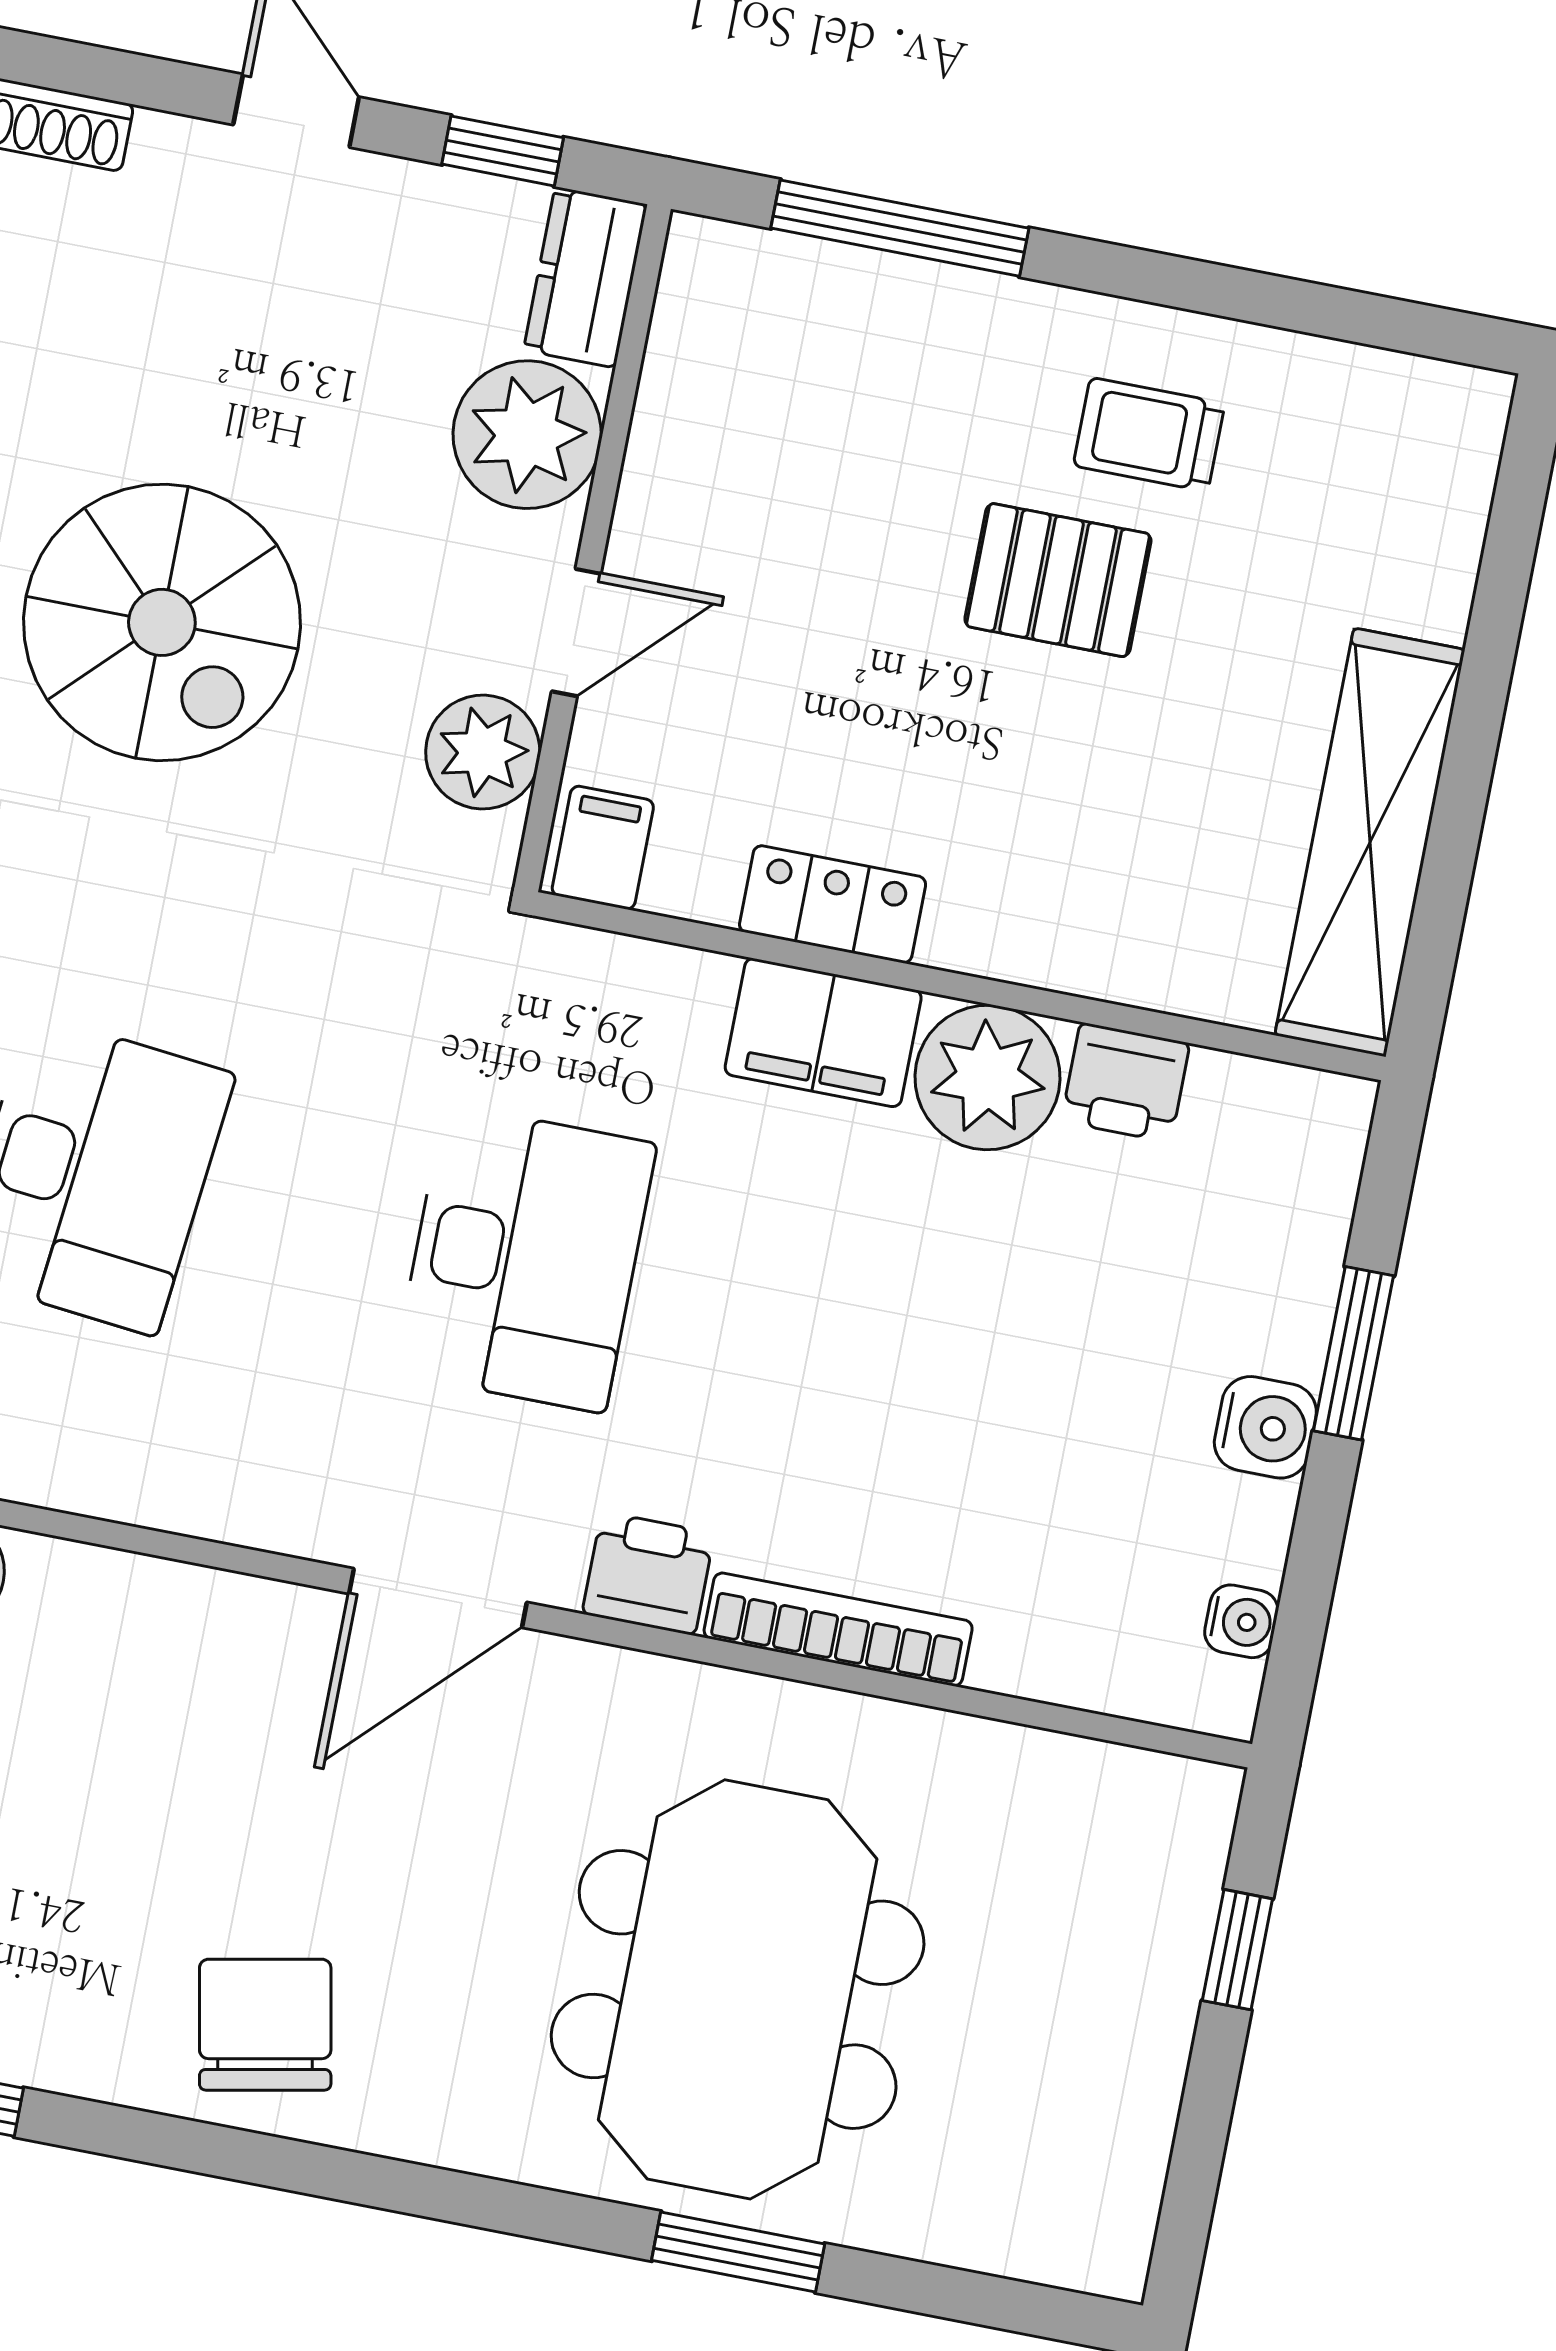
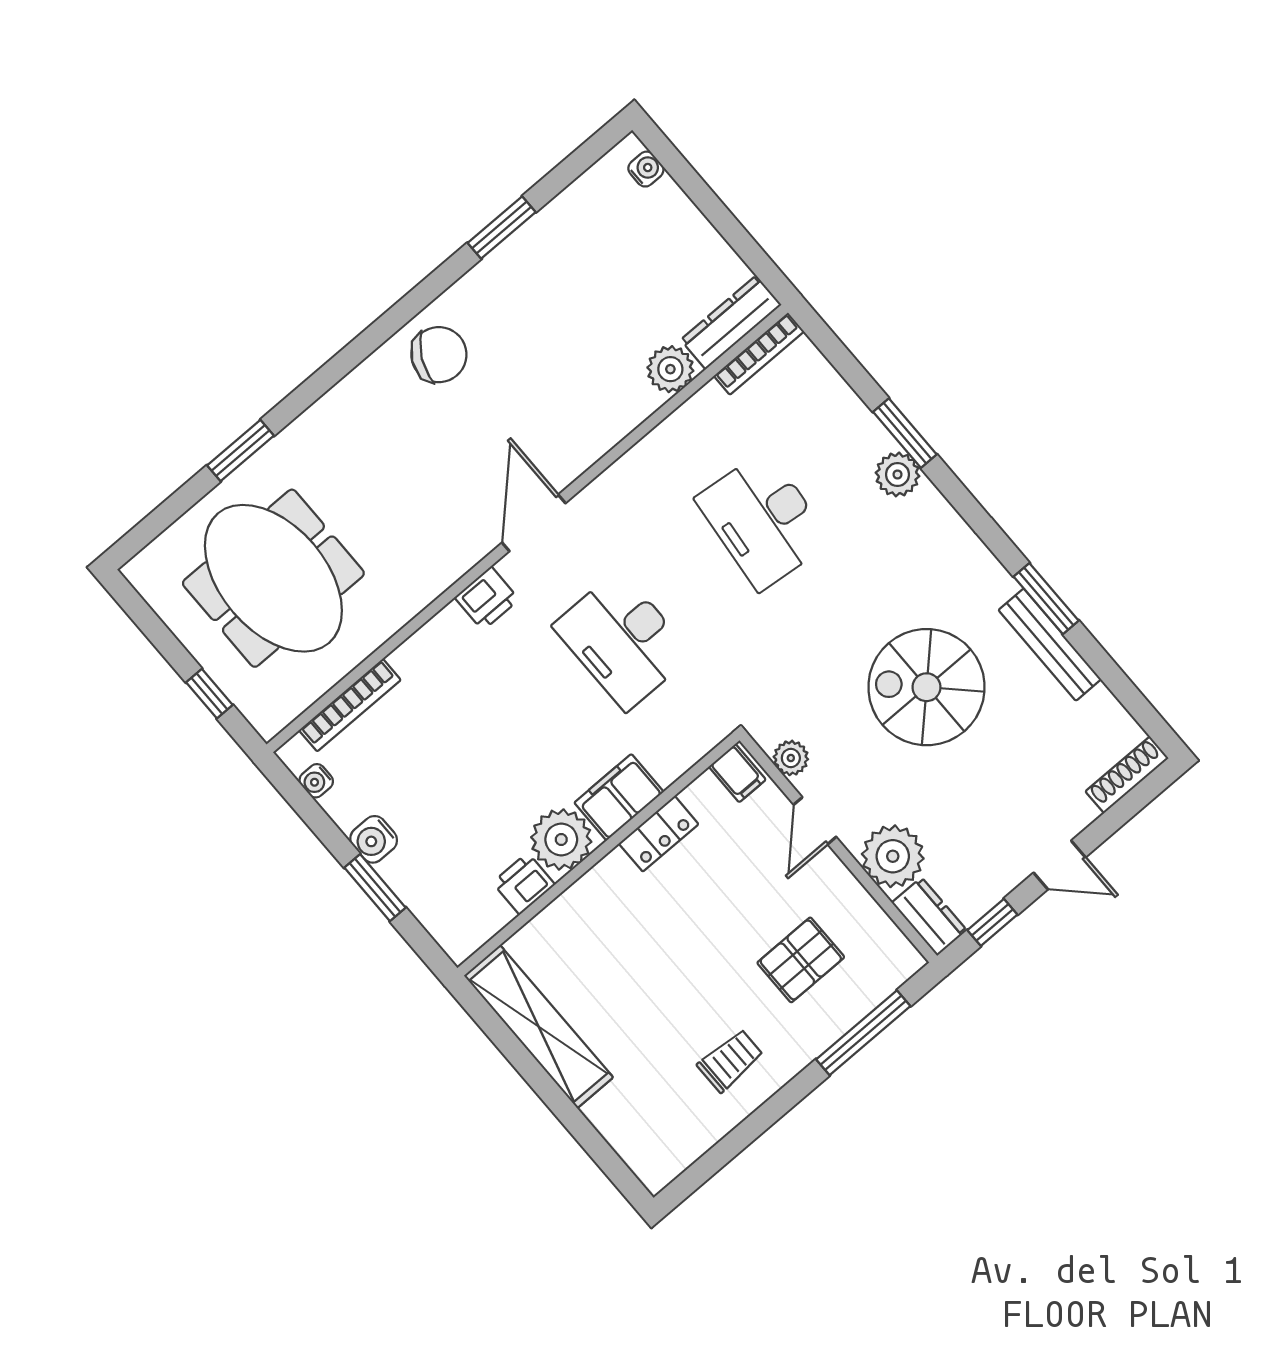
pallet: (1058, 580) -> (801, 960), moved
plant: (483, 752) -> (791, 758), width x0.73, depth x0.73
bookcase: (838, 1629) -> (350, 705), moved
meeting table: (738, 1989) -> (273, 578), moved
chair: (265, 2025) -> (439, 355), turned -52

